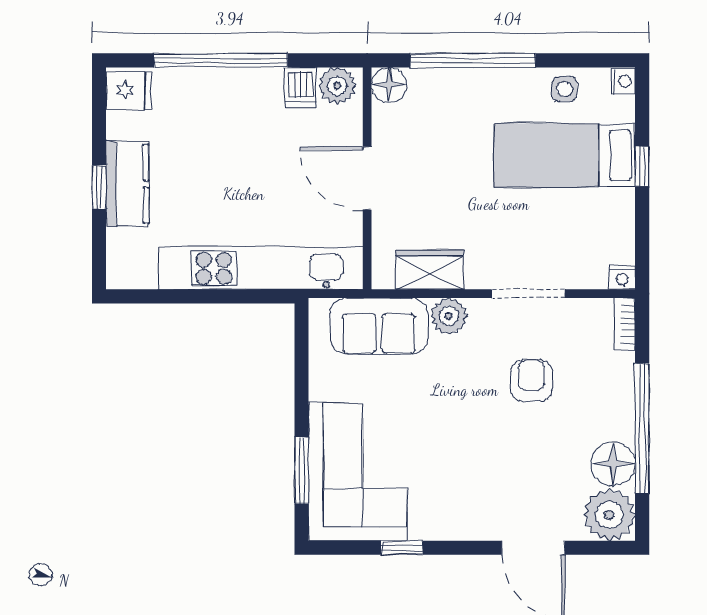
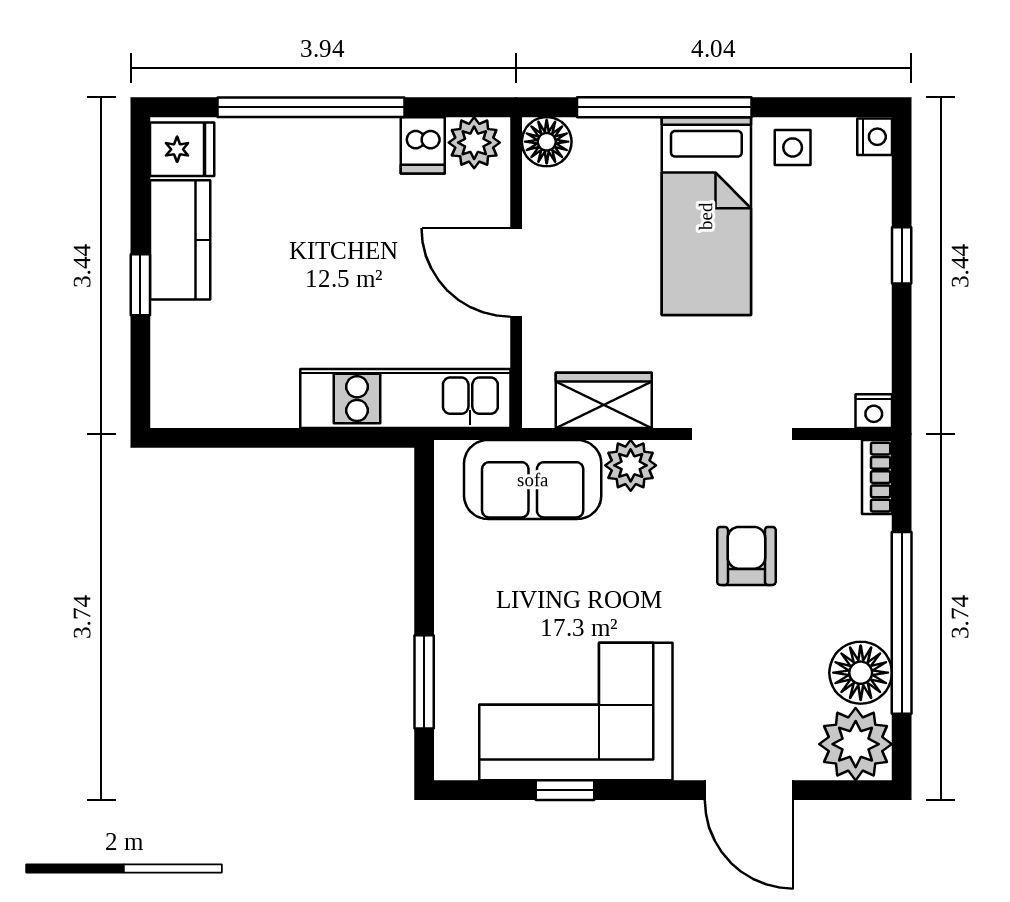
bed: (565, 155) -> (706, 216), moved, turned -90
kitchen counter: (127, 184) -> (180, 240), moved
kitchen unit: (261, 268) -> (405, 399), width x0.73
corner sofa: (358, 472) -> (576, 712), moved, turned -90

